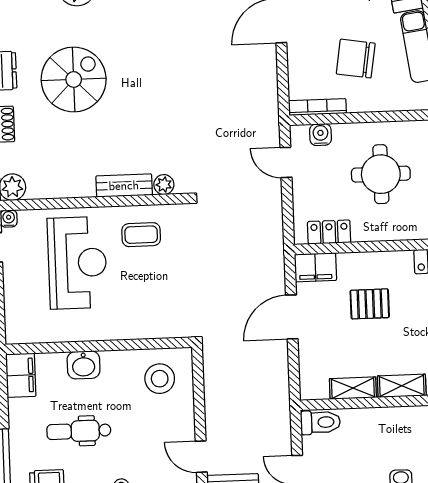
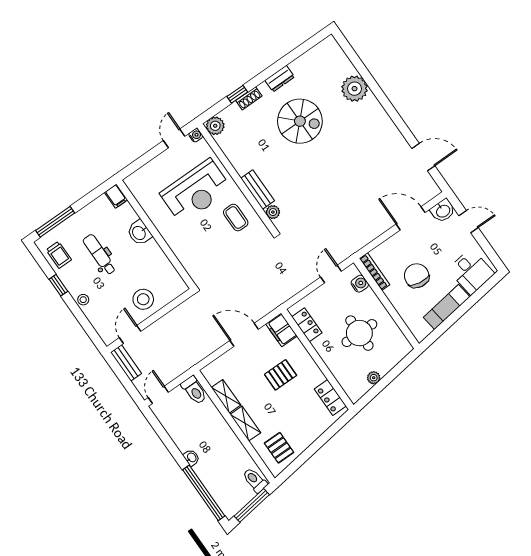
pallet: (370, 304) -> (281, 375), turned 90
filing cabinet: (21, 375) -> (116, 196), width x0.50
stool: (160, 379) -> (143, 299), moved

